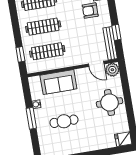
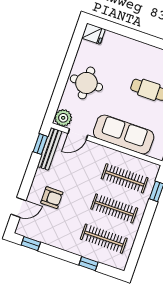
window: (116, 32) -> (40, 144), moved
door: (96, 64) -> (78, 134), swing flipped
sofa: (58, 82) -> (124, 134), width x1.36

